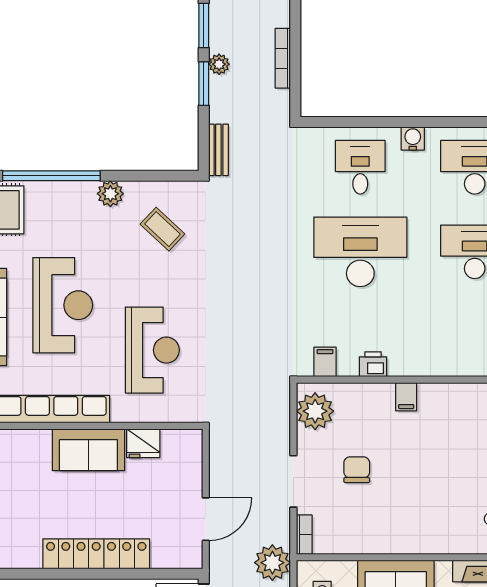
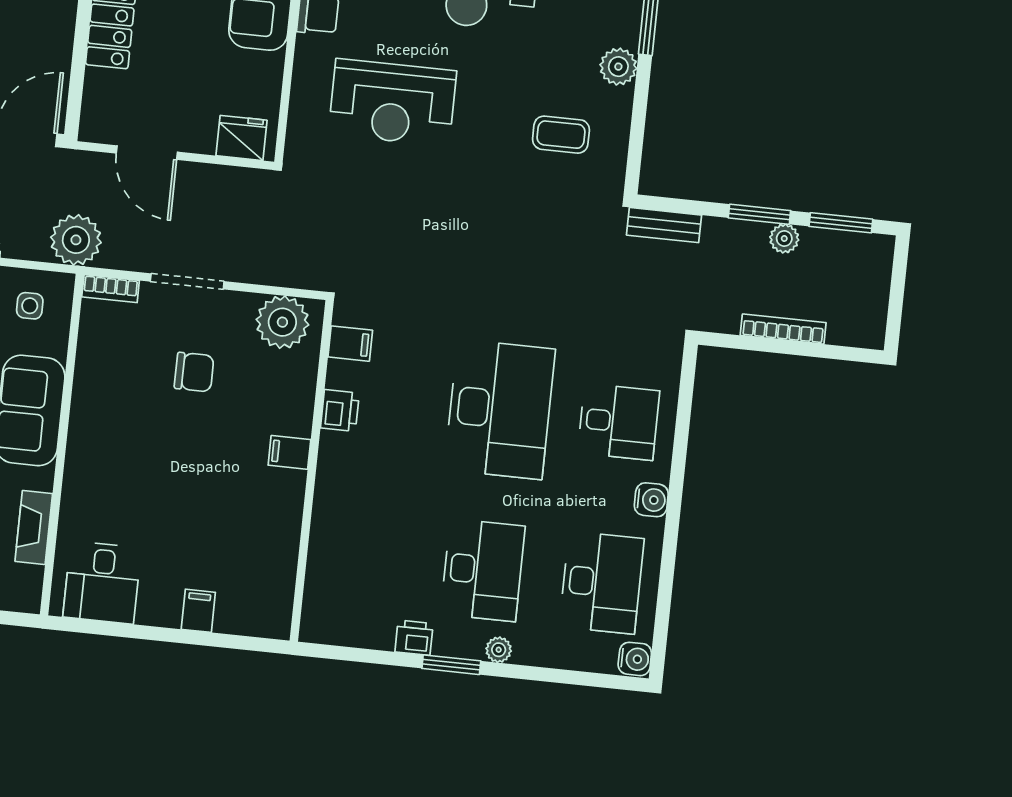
coffee table: (162, 229) -> (561, 135), turned 47
fridge: (143, 443) -> (241, 138), moved, turned 90

